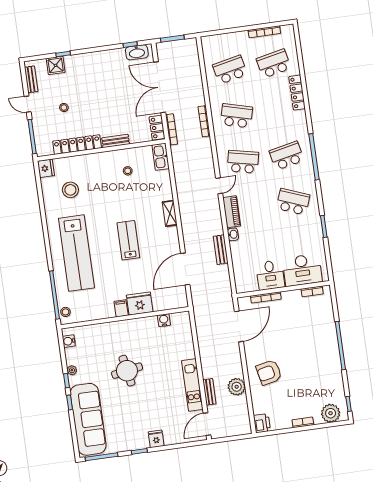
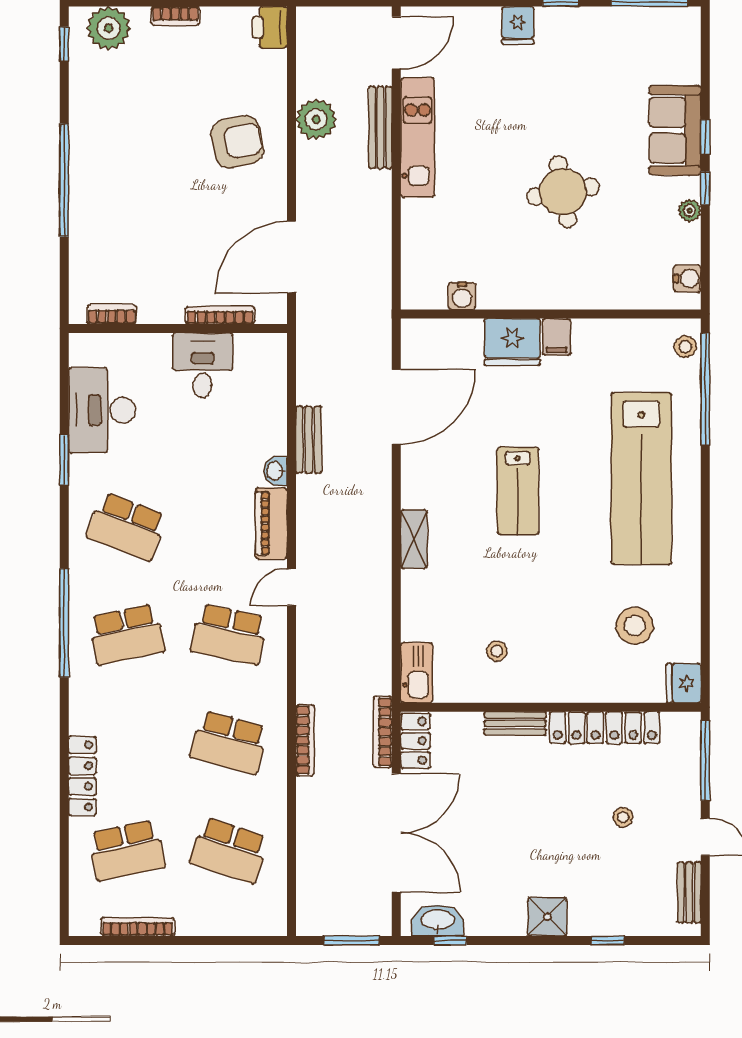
shower: (56, 65) -> (547, 917), moved
school desk: (230, 70) -> (229, 850), turned 30
lab bench: (76, 253) -> (641, 479), turned 180
desk: (302, 270) -> (102, 410), moved, turned -90
bench: (209, 392) -> (380, 127), width x1.36
sofa: (88, 419) -> (675, 130), width x0.54, depth x0.79

